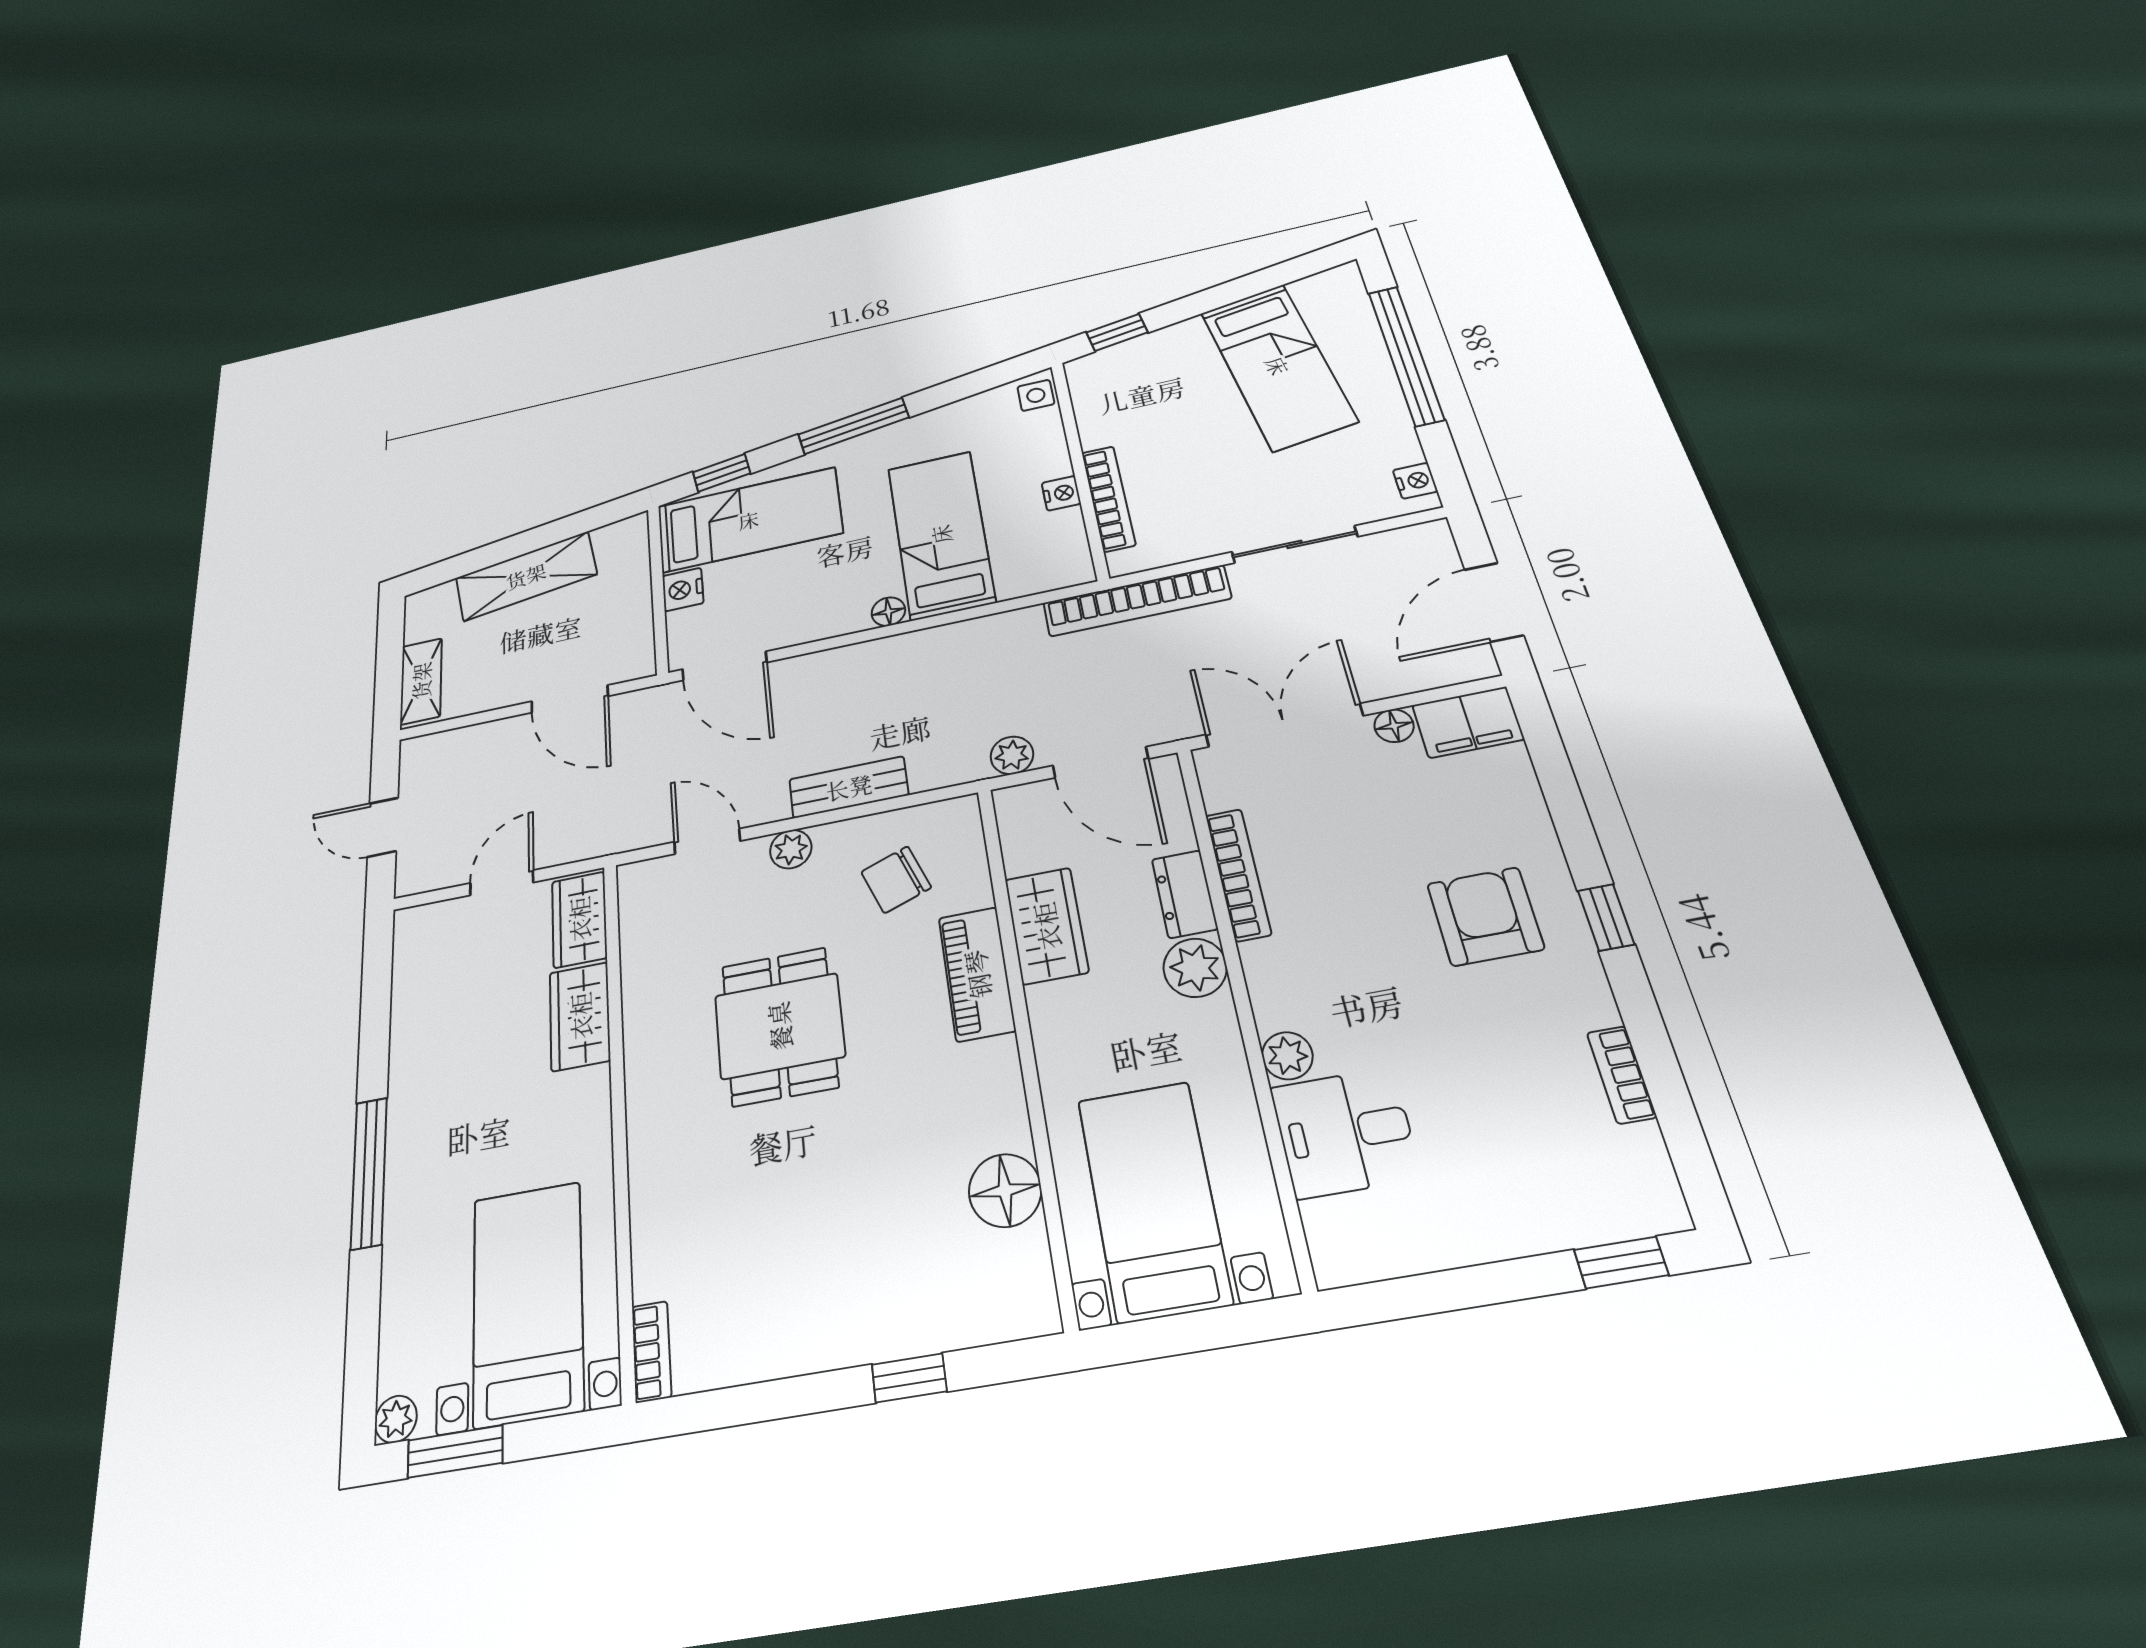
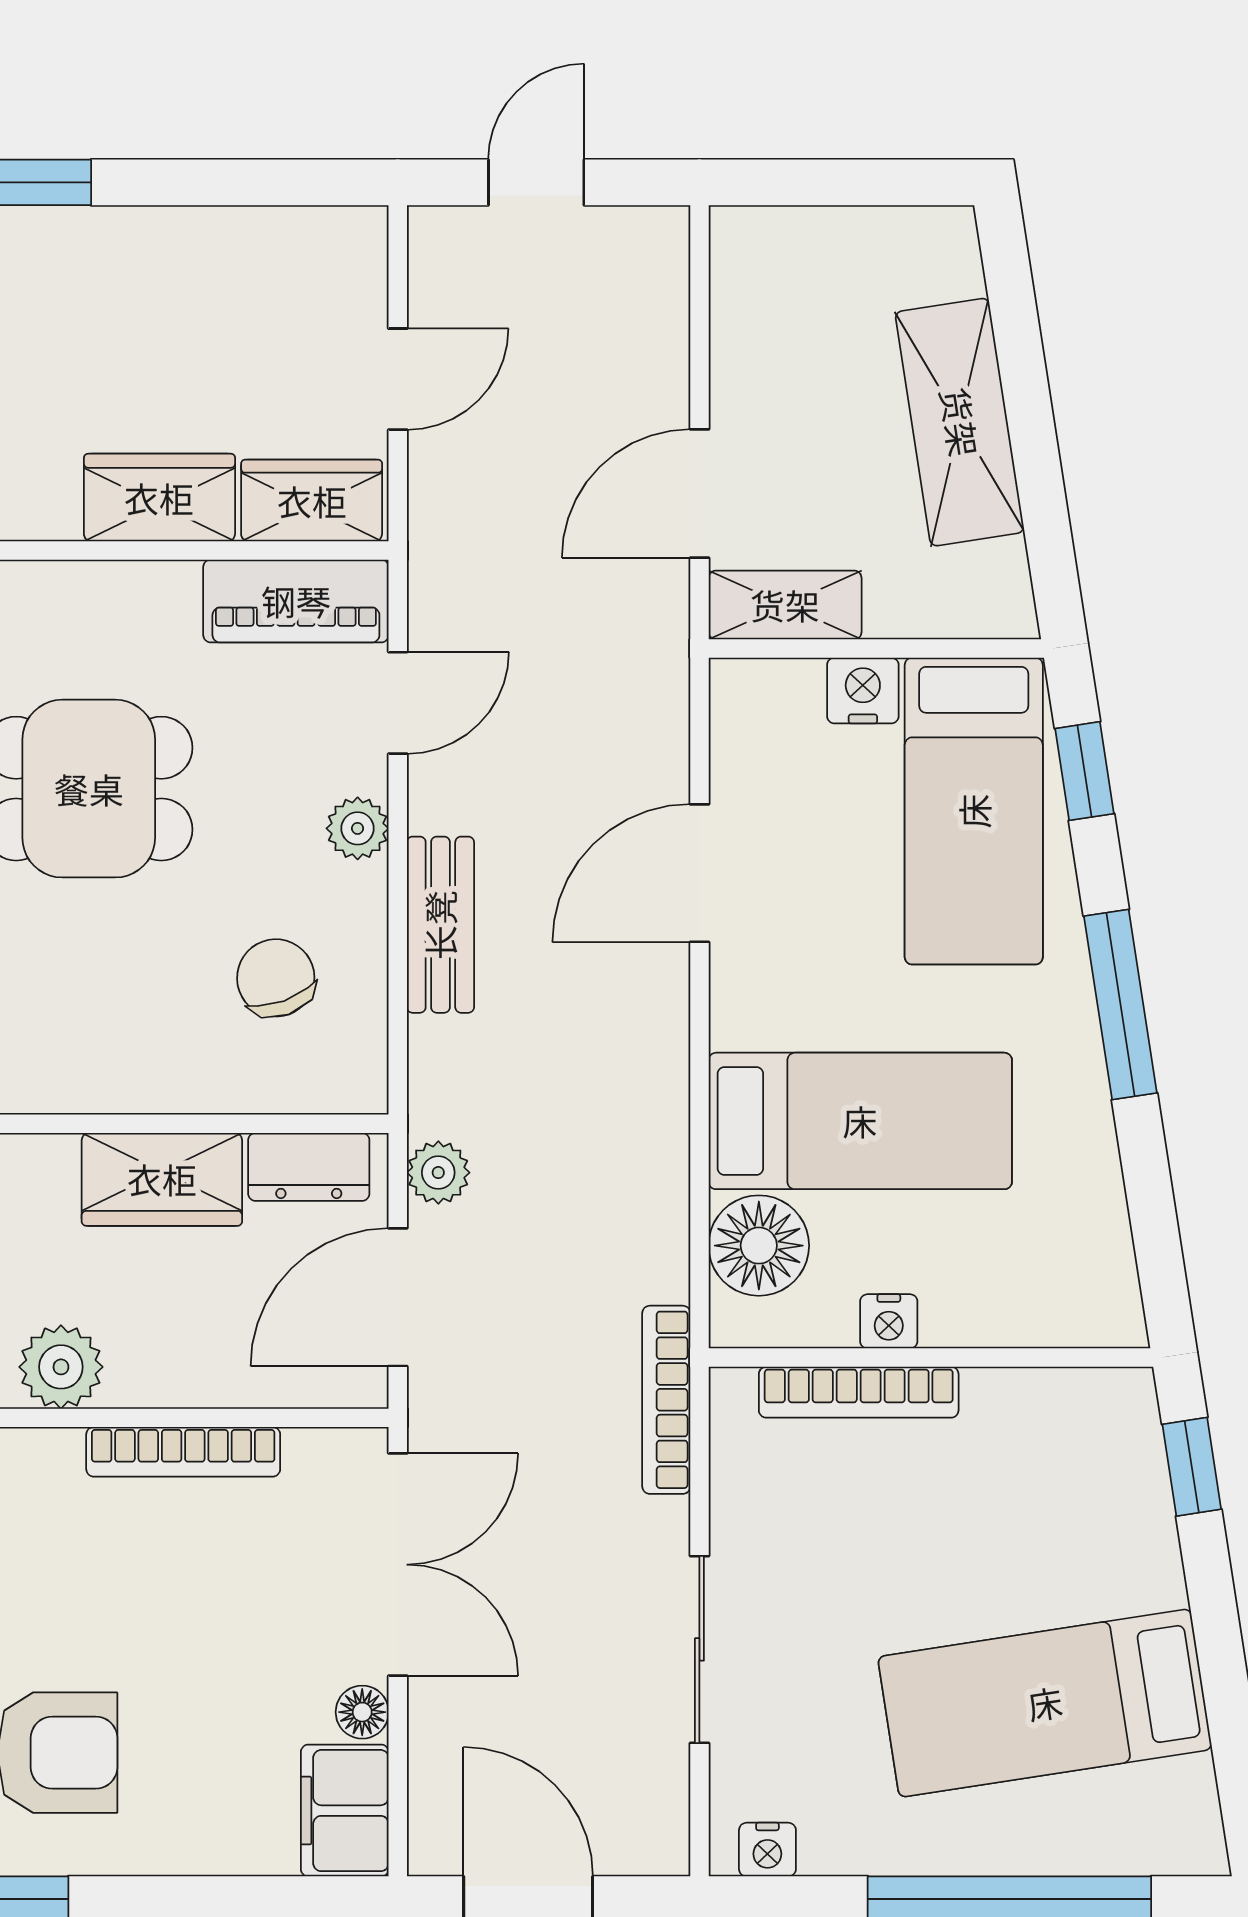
side table: (1036, 395) -> (1098, 1313), removed
bookcase: (1137, 601) -> (666, 1400), width x0.68, depth x0.76
floor lamp: (888, 612) -> (759, 1246), moved, width x1.89, depth x1.89
door: (724, 666) -> (699, 873), moved
shelving: (421, 681) -> (785, 605), moved
door: (502, 883) -> (398, 379), hinge flipped
dresser: (1185, 894) -> (309, 1167), moved, turned 180
piano: (977, 974) -> (296, 601), moved, turned 180

